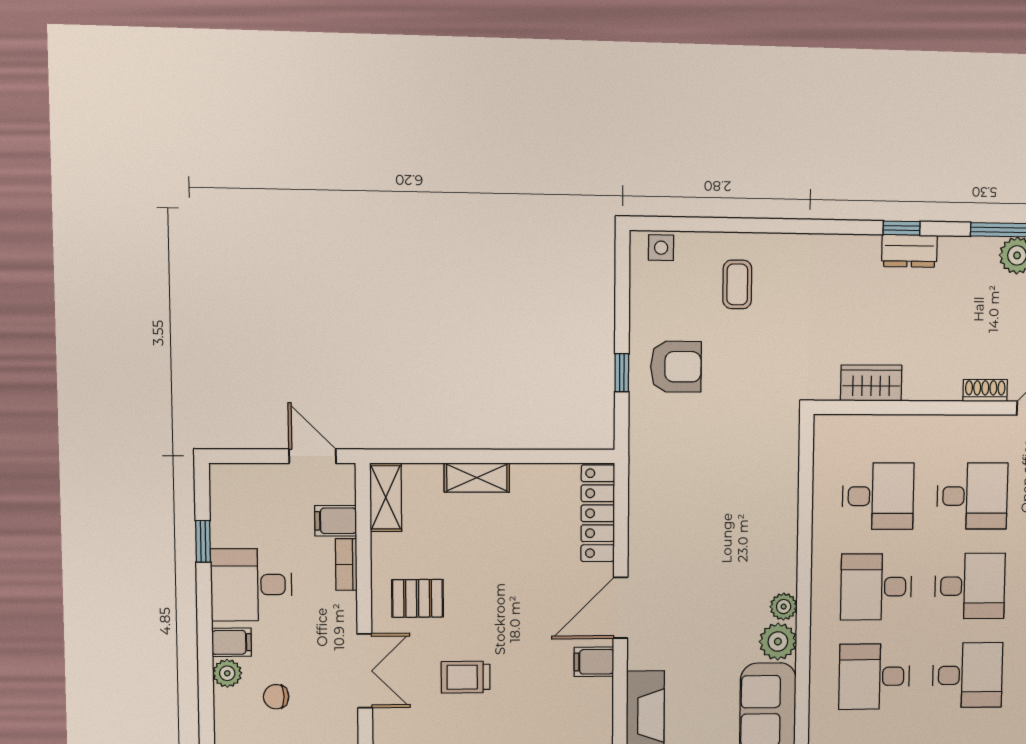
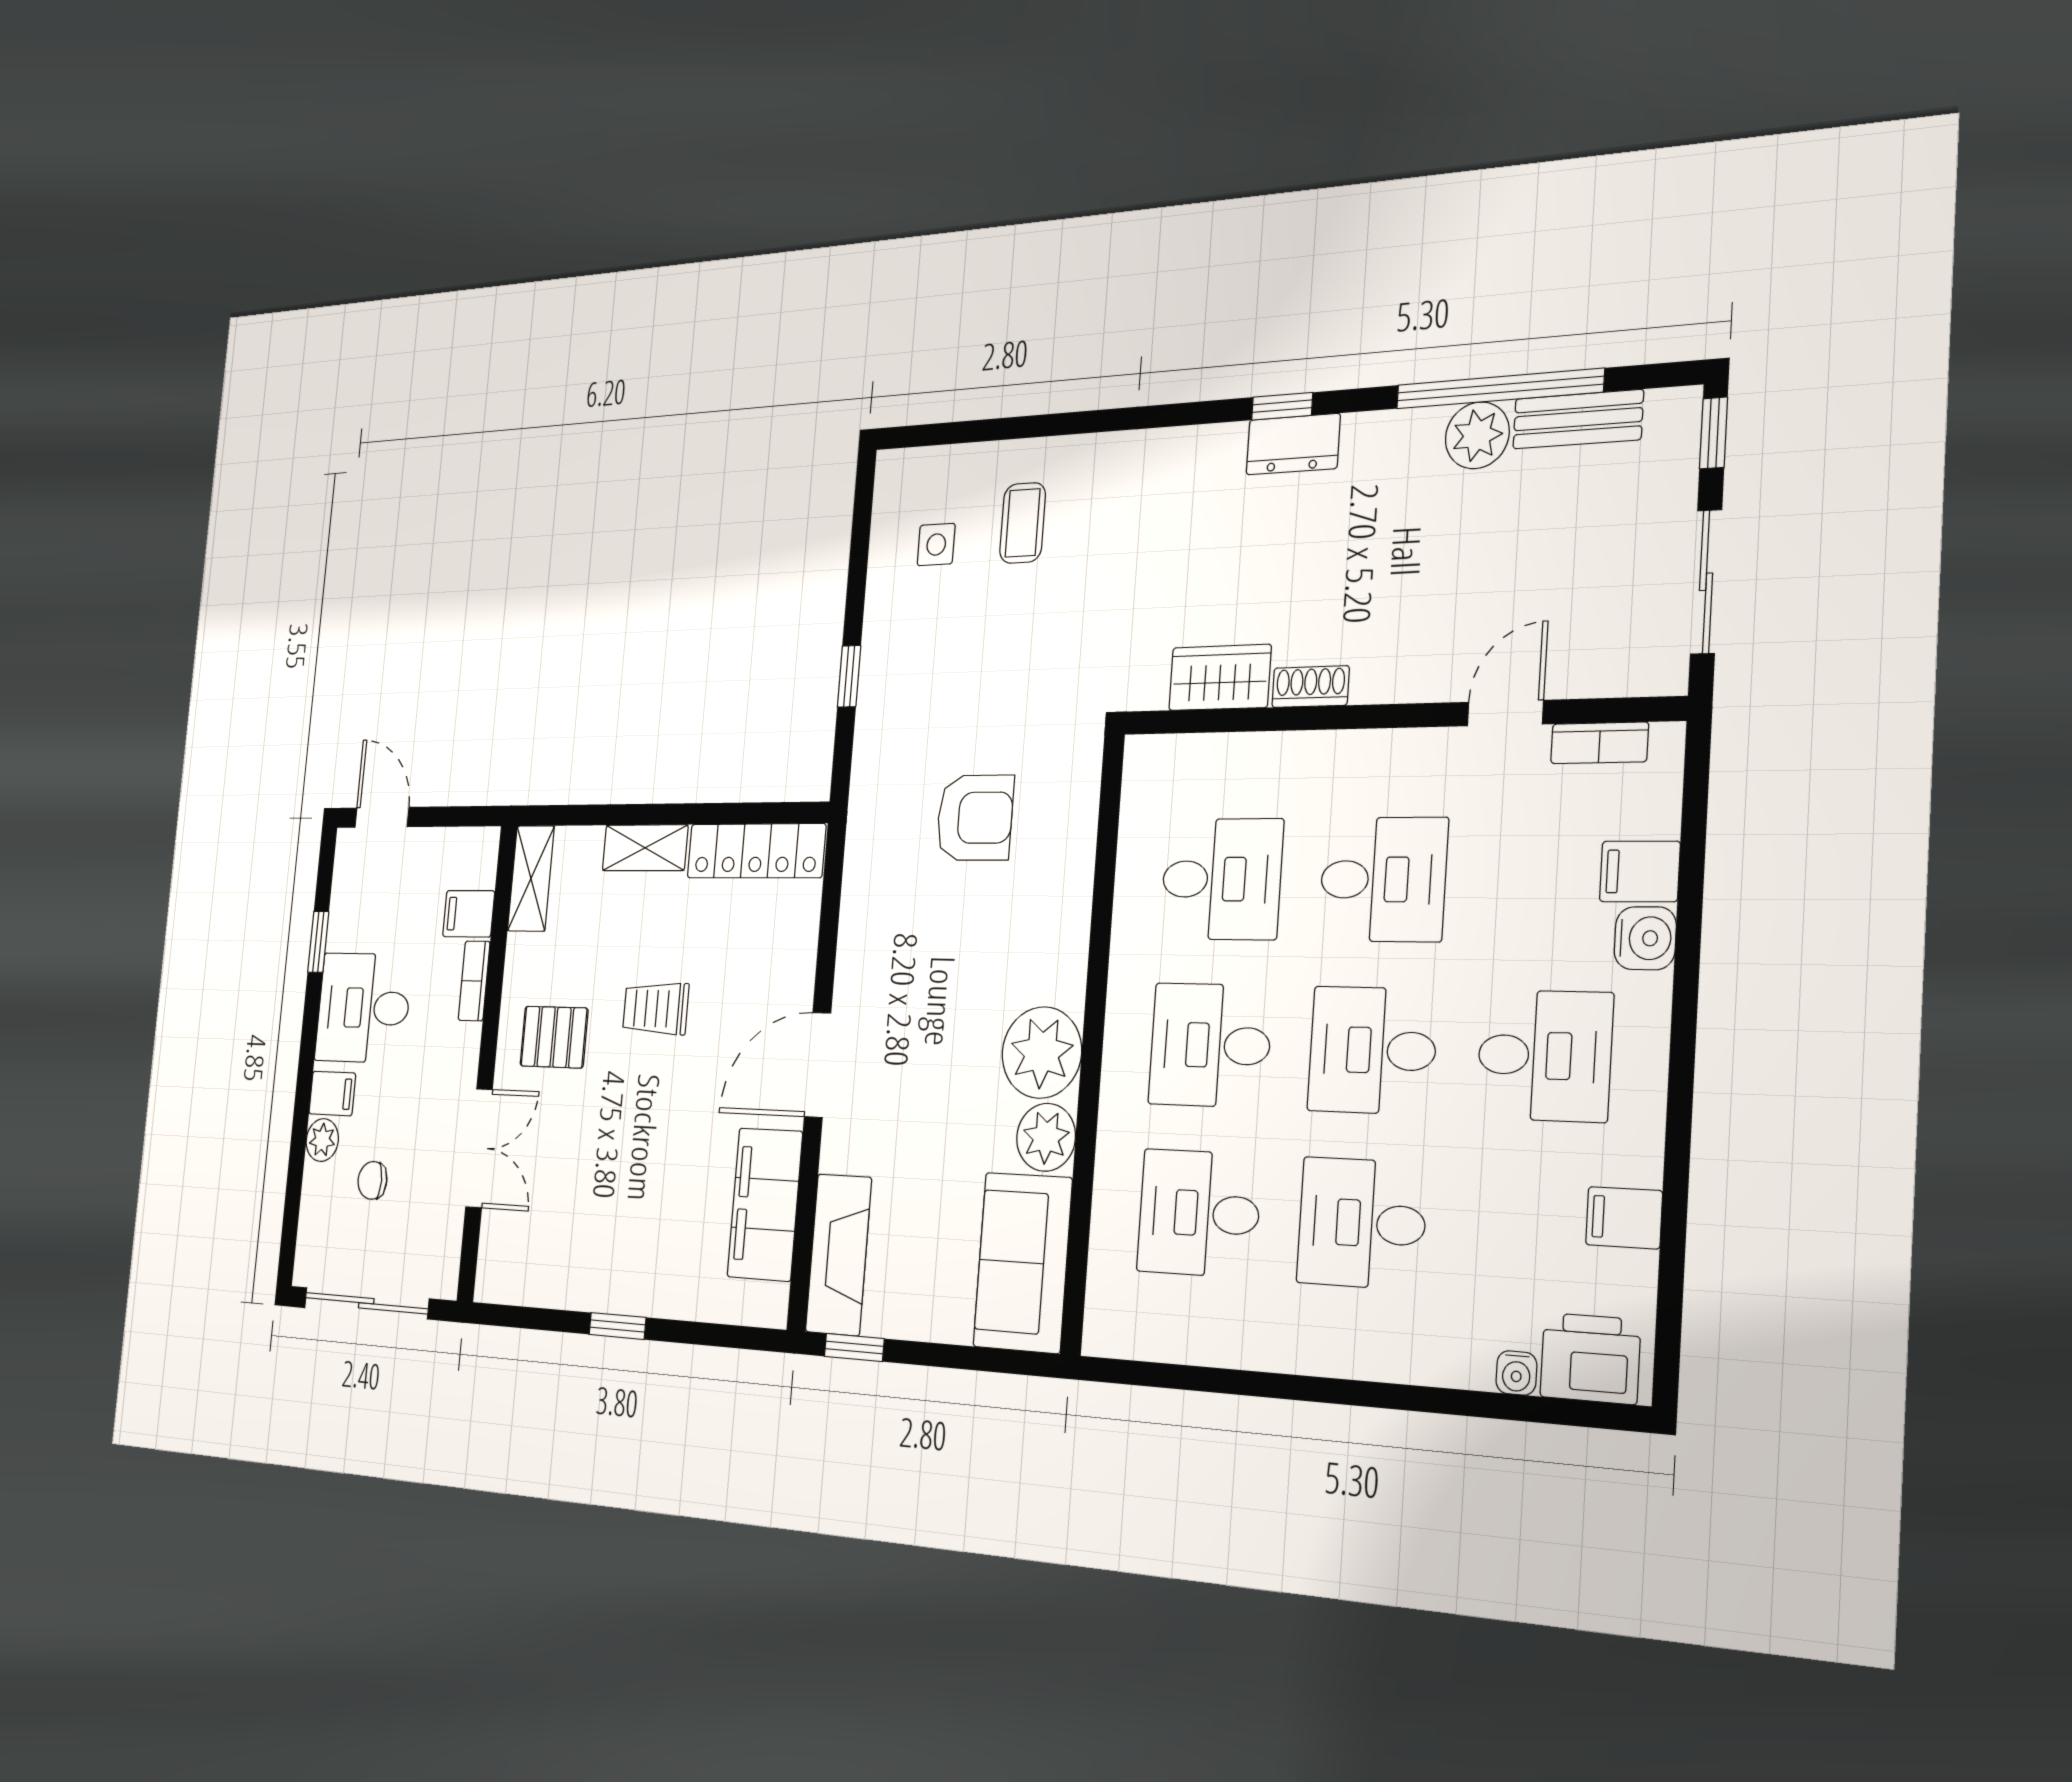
side table: (661, 248) -> (936, 545), moved
armchair: (676, 367) -> (975, 818), moved
shoe rack: (985, 391) -> (1310, 687), moved
door: (313, 456) -> (382, 817), moved
locker: (598, 513) -> (756, 851), moved, turned -90
desk: (970, 586) -> (1372, 1050), turned 180
plant: (784, 607) -> (1042, 1053), width x1.87, depth x1.87
filing cabinet: (594, 662) -> (765, 1204), width x3.00, depth x1.17
desk: (968, 675) -> (1362, 1223), turned 180
trolley: (466, 677) -> (656, 1008), moved

